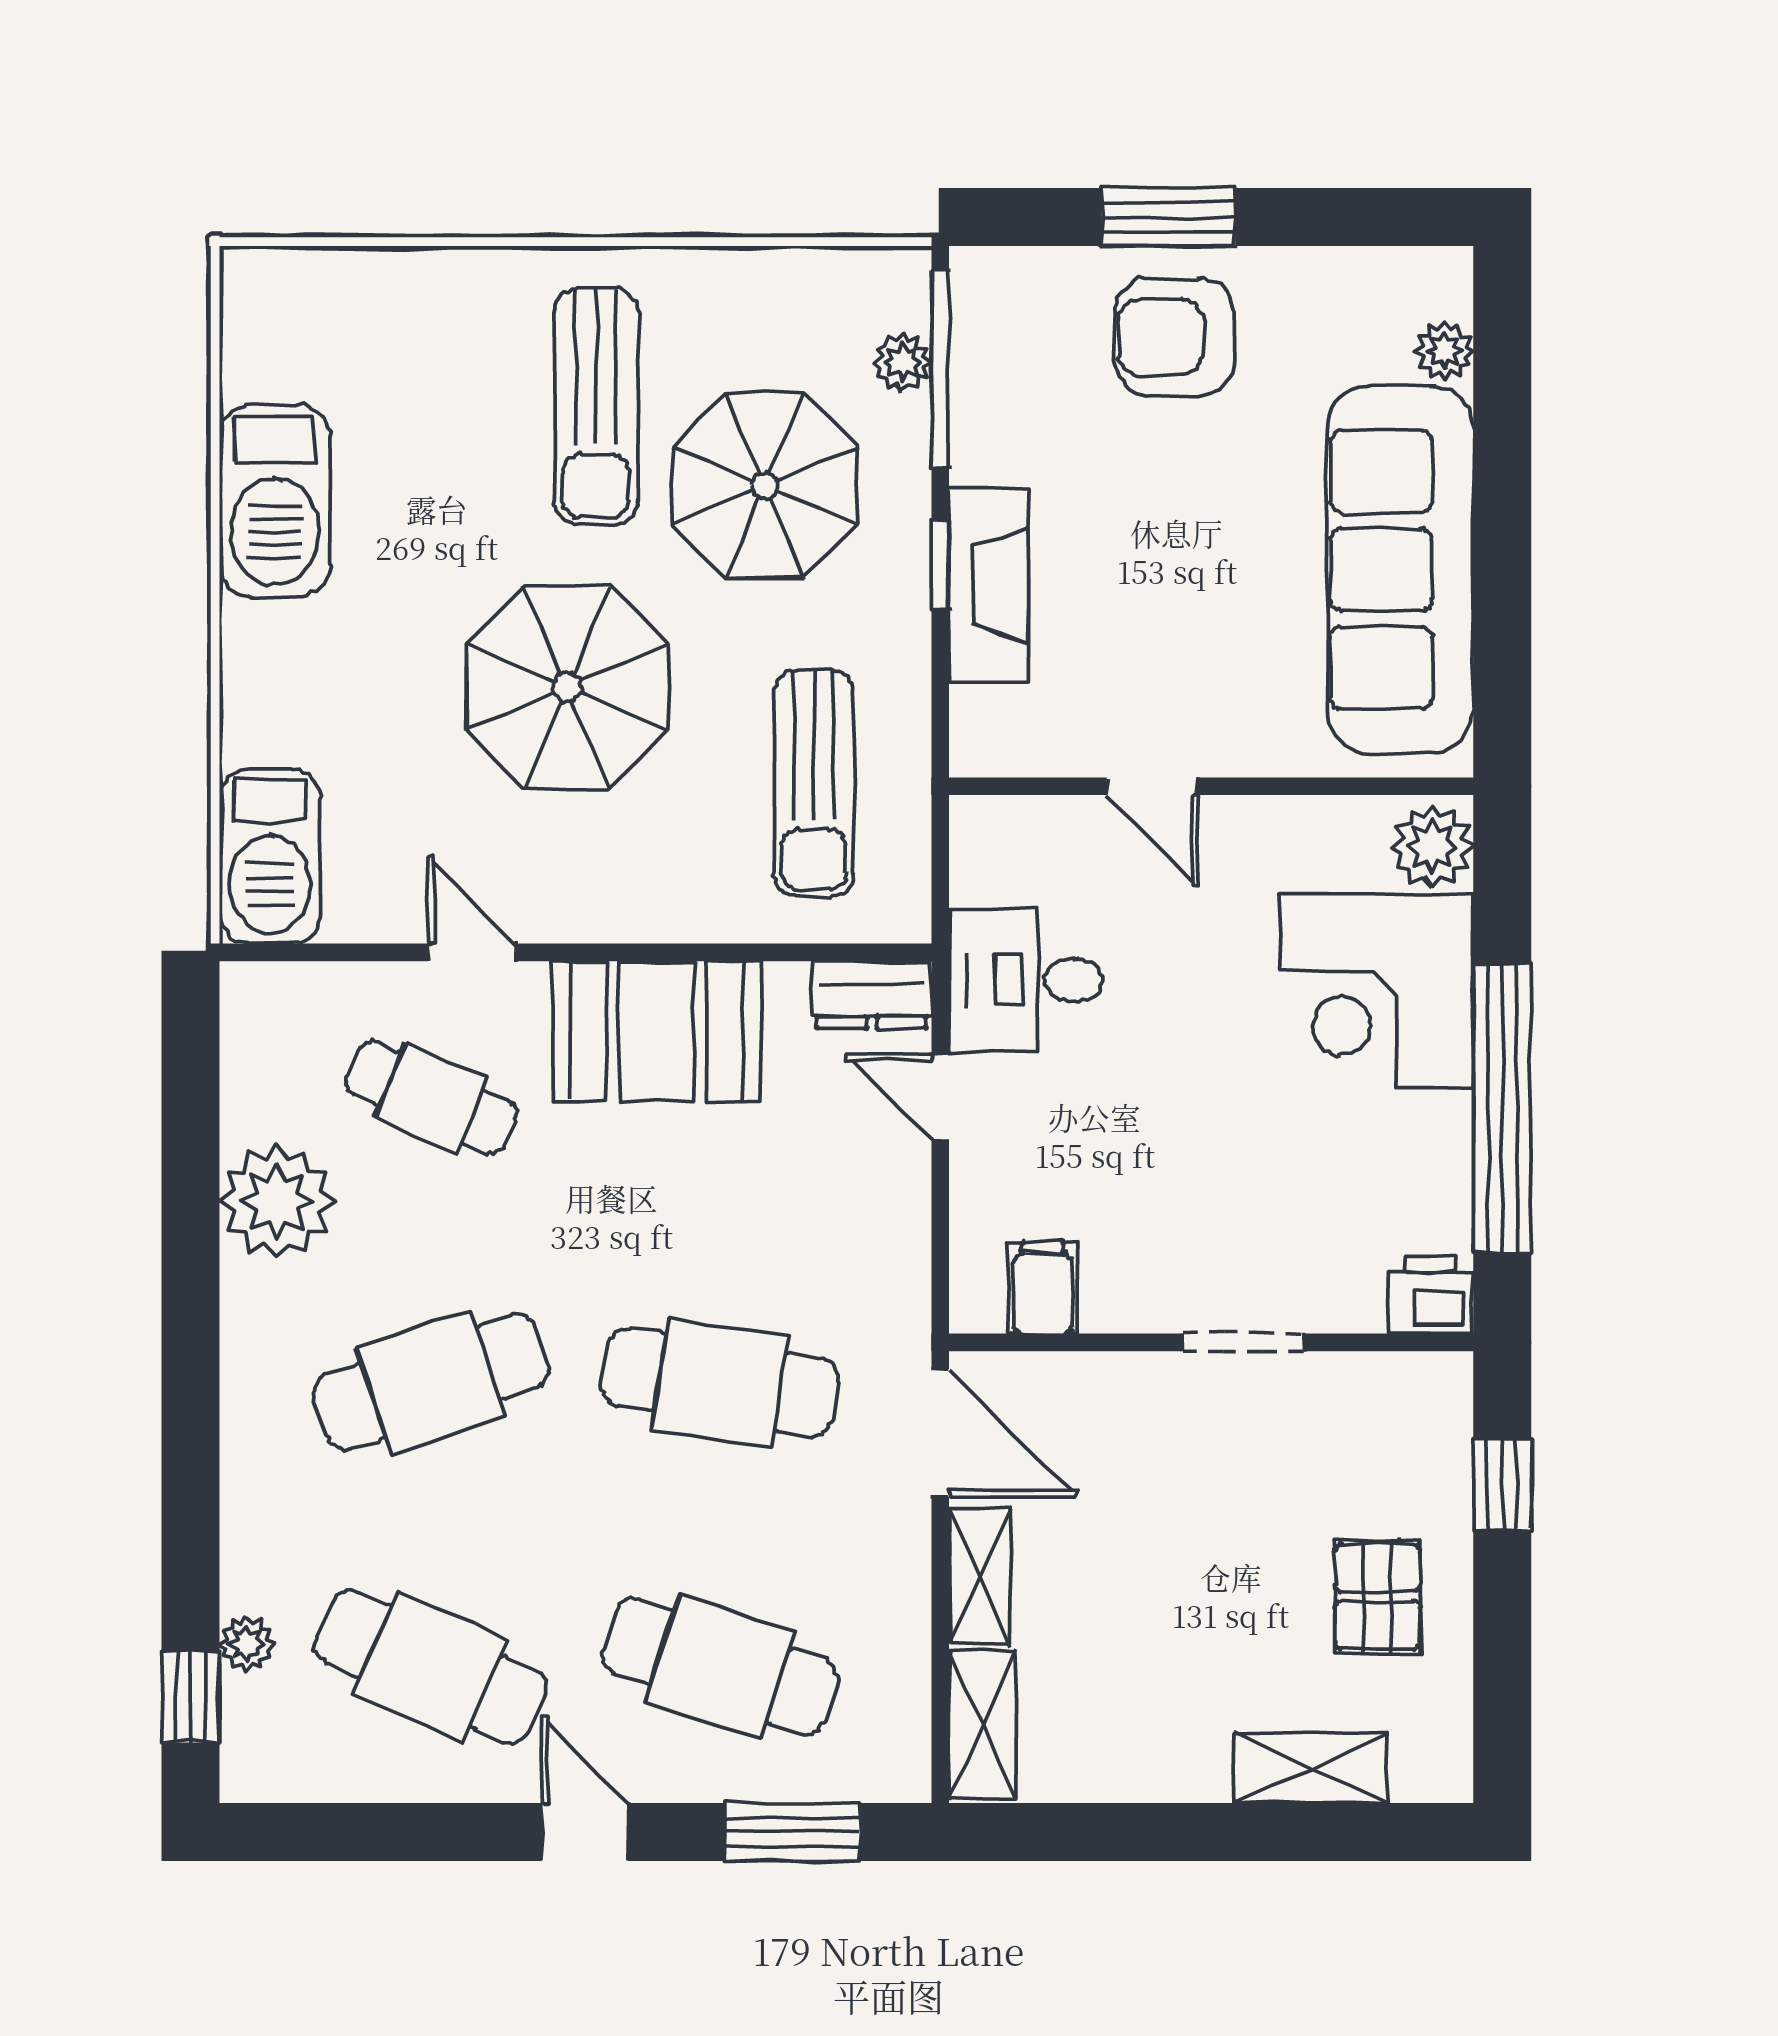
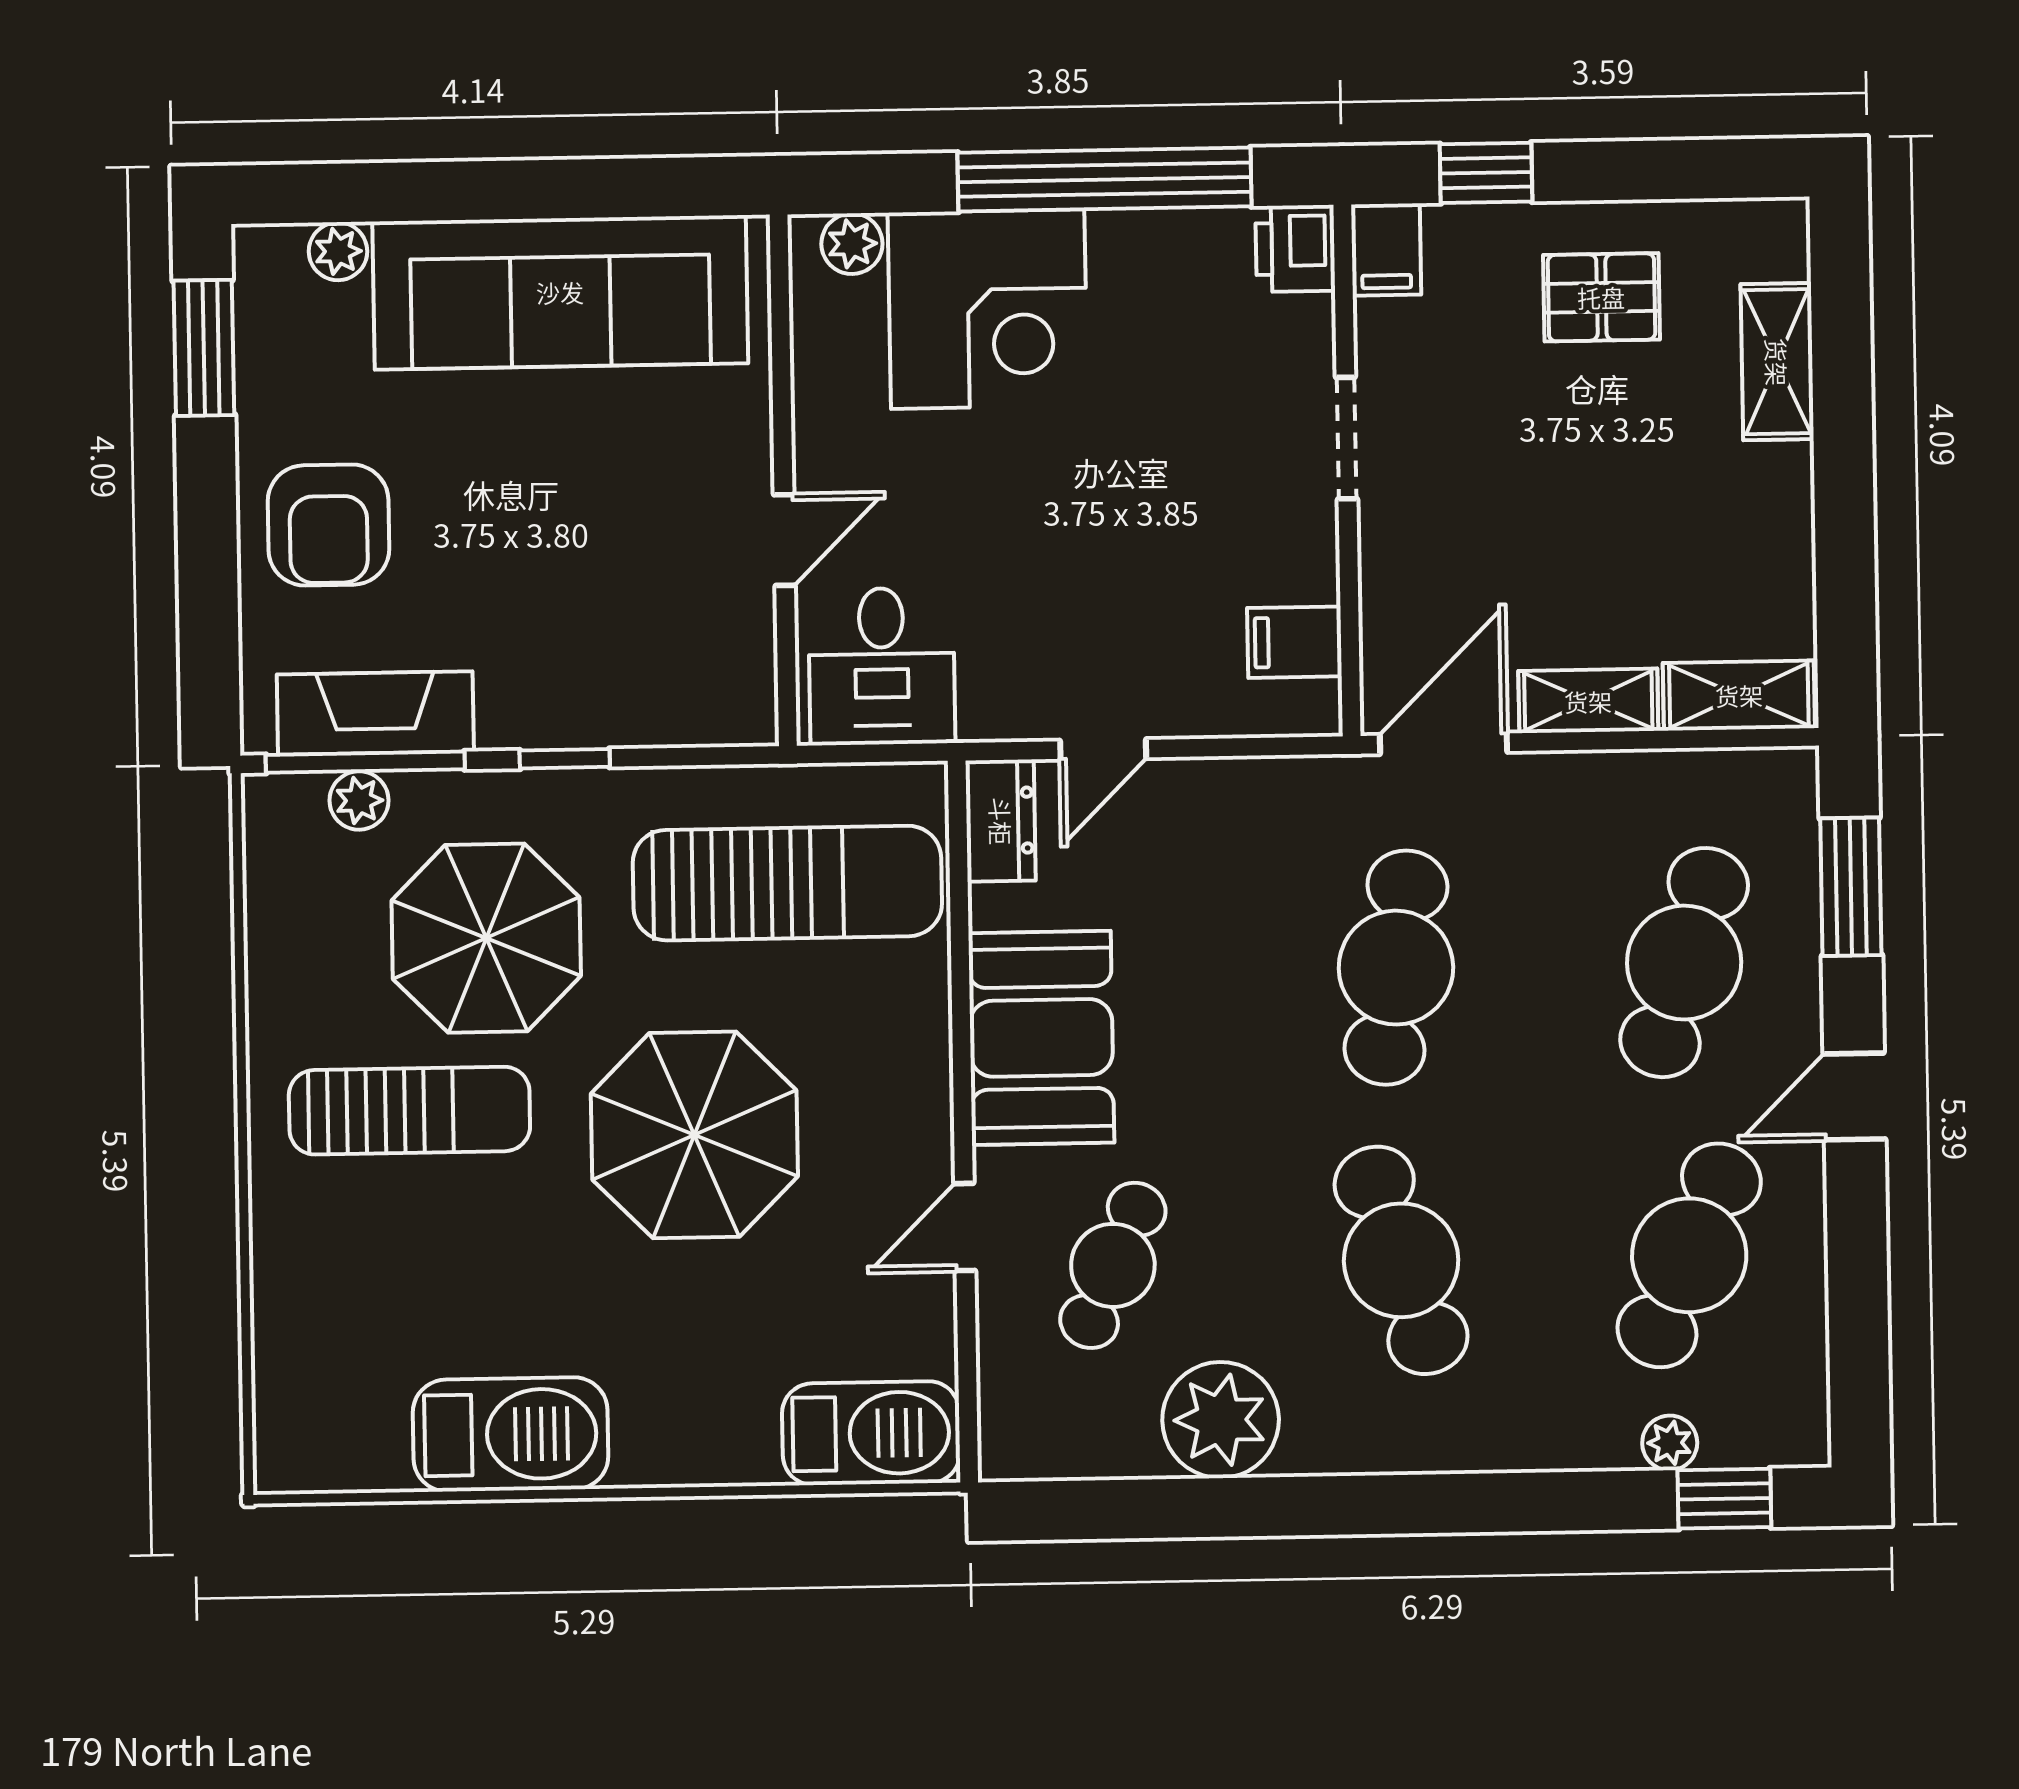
window: (1168, 217) -> (204, 348), moved
fireplace: (989, 585) -> (375, 713), moved
sun lounger: (814, 783) -> (787, 883), width x1.36, depth x1.34
plant: (1432, 847) -> (852, 244), width x0.73, depth x0.73
desk: (1026, 980) -> (882, 666), moved
filing cabinet: (1428, 1385) -> (1386, 250), added

